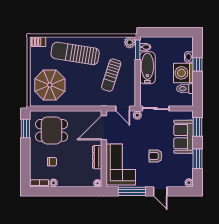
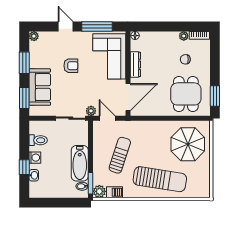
barbecue: (39, 42) -> (114, 192), moved
washing machine: (183, 73) -> (35, 158), width x0.53, depth x0.53
dining table: (52, 130) -> (186, 94), turned 90

